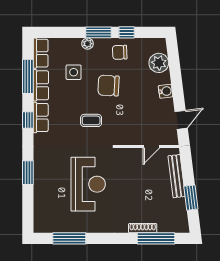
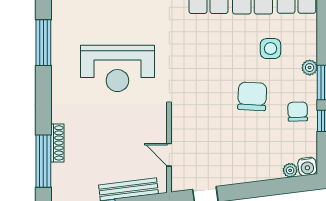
plant: (159, 63) -> (290, 170), width x0.53, depth x0.53
water cooler: (166, 91) -> (307, 166), moved
coffee table: (91, 120) -> (205, 72), removed

